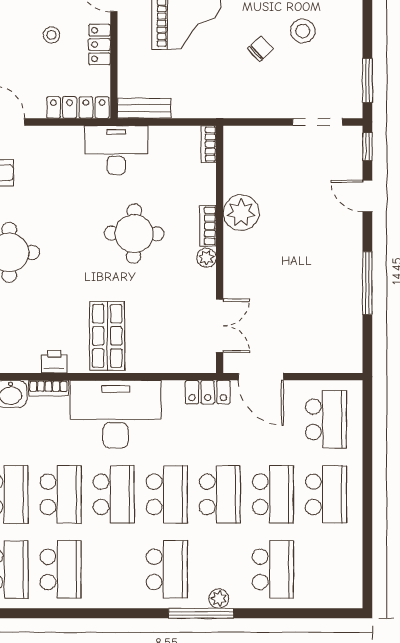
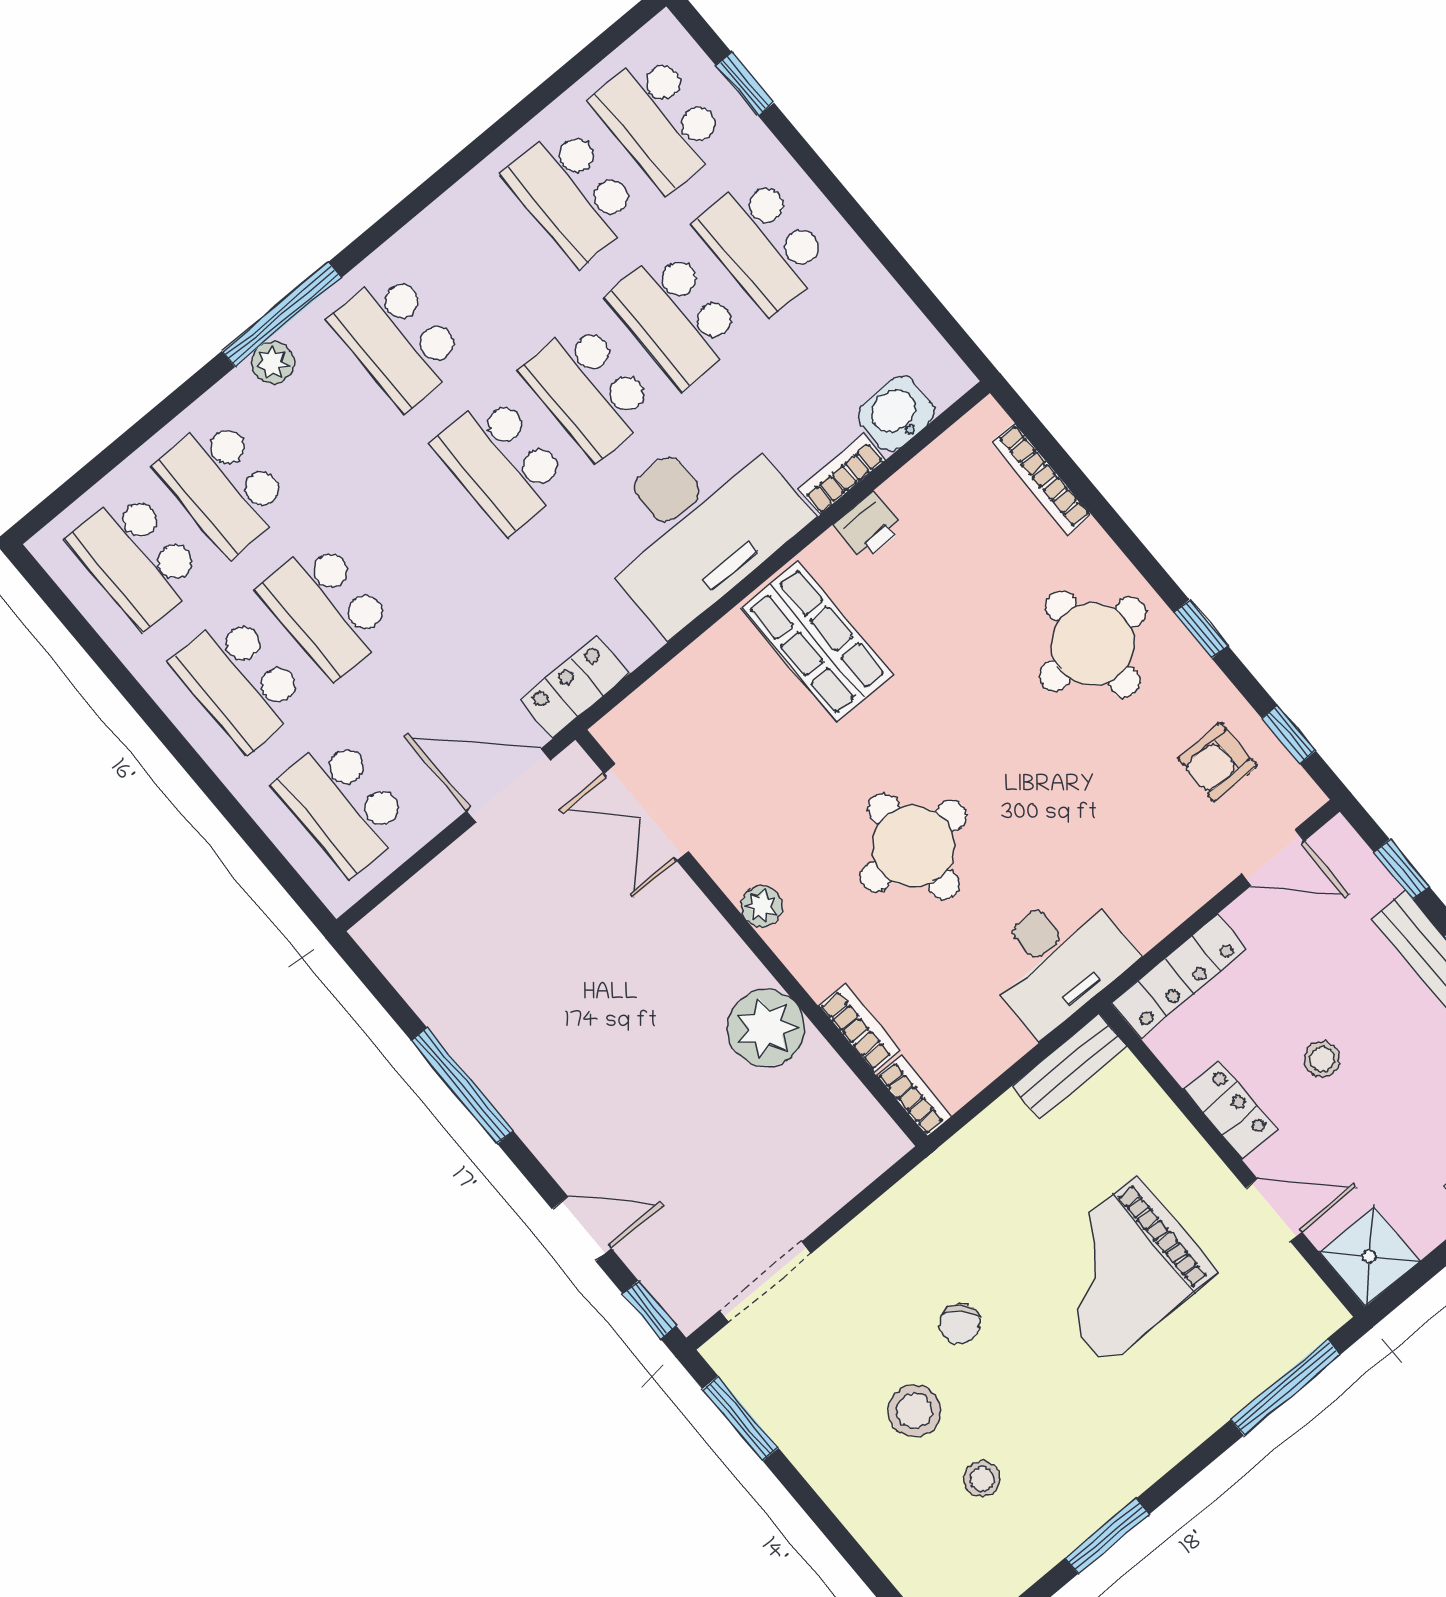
bookcase: (208, 226) -> (859, 1028), moved
school desk: (220, 494) -> (137, 558), moved

